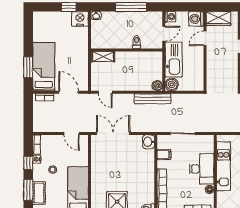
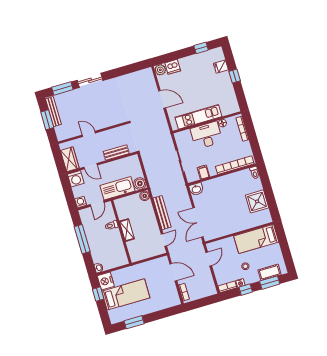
door: (164, 34) -> (97, 203), swing flipped
shelving: (103, 57) -> (127, 230), moved
window: (28, 67) -> (134, 322), moved
bed: (44, 67) -> (126, 294), moved, turned 180
bench: (211, 69) -> (116, 152), added
door: (69, 92) -> (173, 272), swing flipped
bench: (153, 99) -> (162, 213), moved

